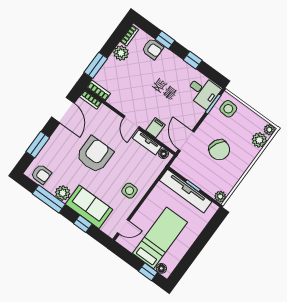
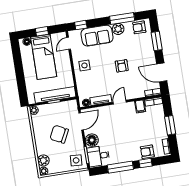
plant: (121, 53) -> (162, 133), removed
window: (193, 60) -> (120, 167), width x2.17
window: (96, 65) -> (170, 125), moved
floor lamp: (194, 113) -> (92, 140), added
door: (131, 122) -> (120, 102), hinge flipped
filing cabinet: (155, 128) -> (140, 106), moved
door: (186, 141) -> (81, 121), hinge flipped
armchair: (95, 155) -> (122, 66), width x0.53, depth x0.53
window: (83, 224) -> (81, 25), moved
window: (148, 272) -> (42, 31), moved

